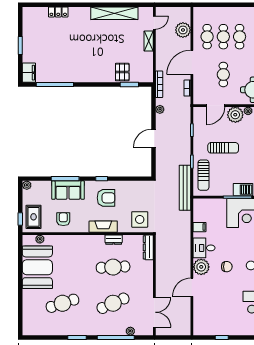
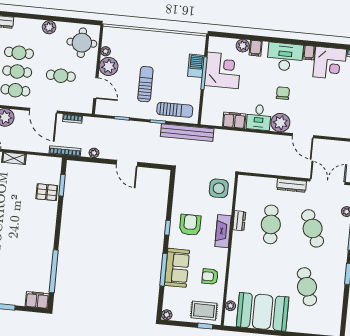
filing cabinet: (199, 227) -> (234, 120), width x2.00
dresser: (148, 247) -> (292, 185), moved

